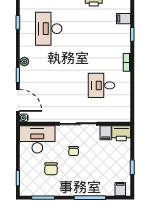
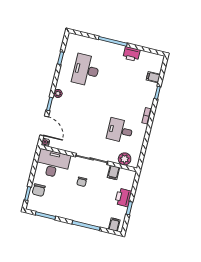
plant: (114, 115) -> (125, 159), added
printer: (121, 133) -> (123, 197), moved, turned 90
chair: (51, 169) -> (39, 190), moved

